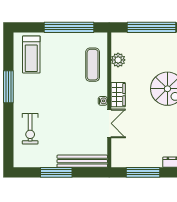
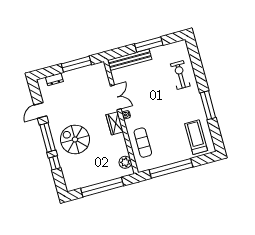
plant: (118, 60) -> (125, 162), moved
double door: (109, 123) -> (116, 97), swing flipped

